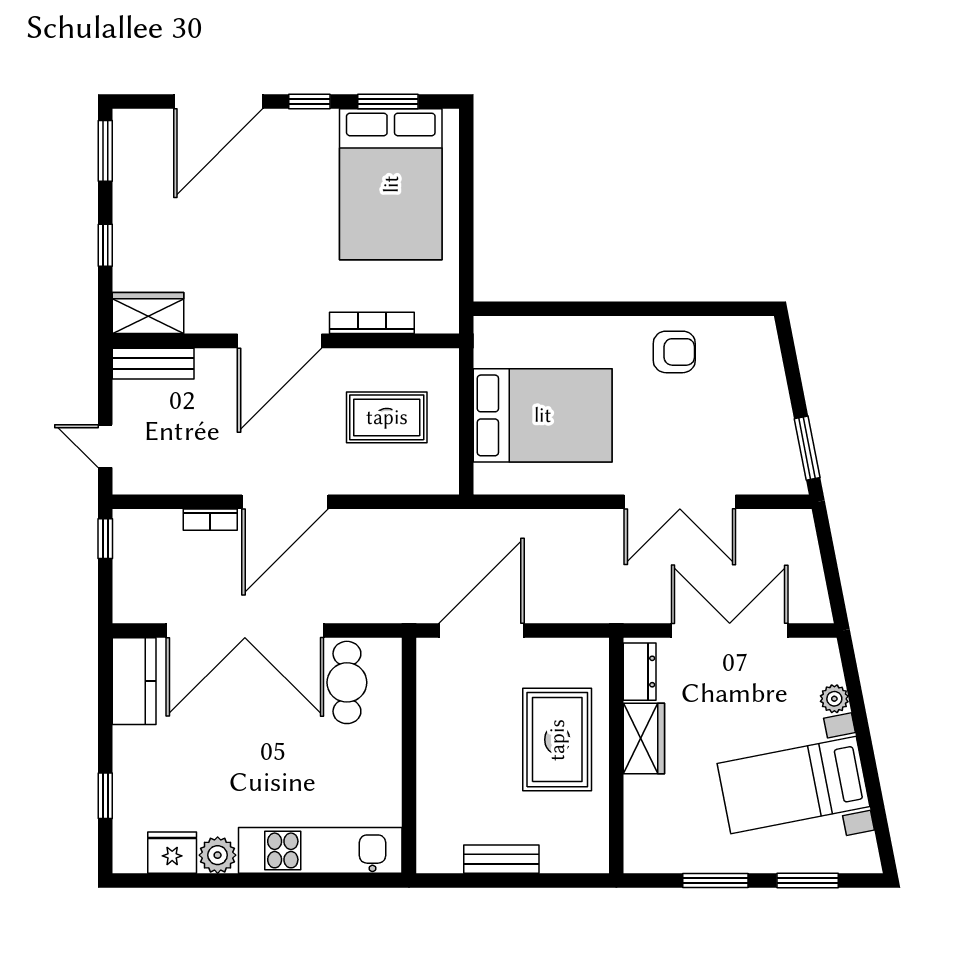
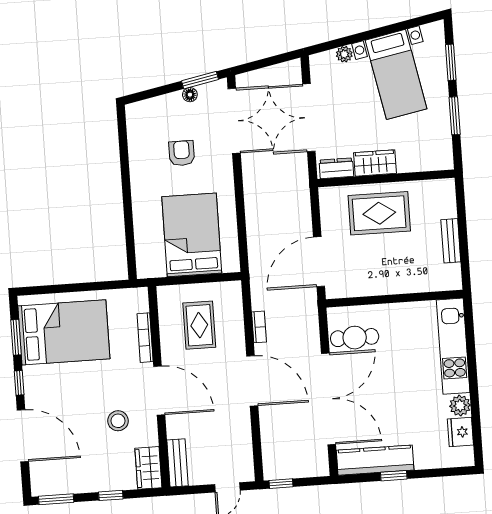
stool: (232, 266) -> (118, 421), added
armchair: (674, 352) -> (182, 153), moved
floor lamp: (783, 429) -> (190, 95), added
double door: (680, 502) -> (234, 121), moved
bookcase: (210, 520) -> (259, 327), moved
door: (482, 630) -> (319, 262), hinge flipped
kitchen counter: (134, 681) -> (375, 460), width x1.50
window: (105, 796) -> (394, 476), moved

